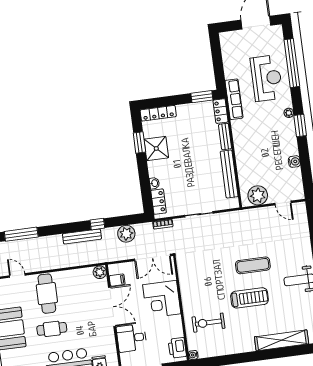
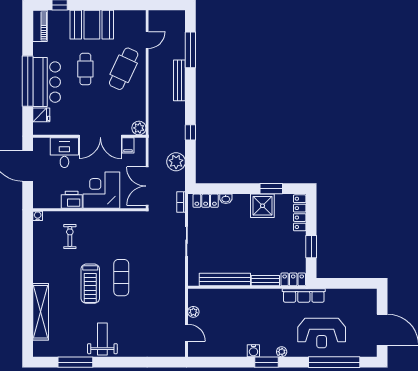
window: (202, 97) -> (311, 247), moved
water cooler: (294, 162) -> (253, 351), moved
plant: (258, 195) -> (193, 312), width x0.53, depth x0.53
door: (283, 203) -> (187, 333), swing flipped
bench: (82, 236) -> (179, 80), moved
exercise mat: (253, 265) -> (121, 278), moved
cafe table: (47, 294) -> (124, 69), turned -65
exercise bike: (208, 323) -> (70, 236), width x0.73, depth x0.72
printer: (177, 348) -> (72, 200), moved

